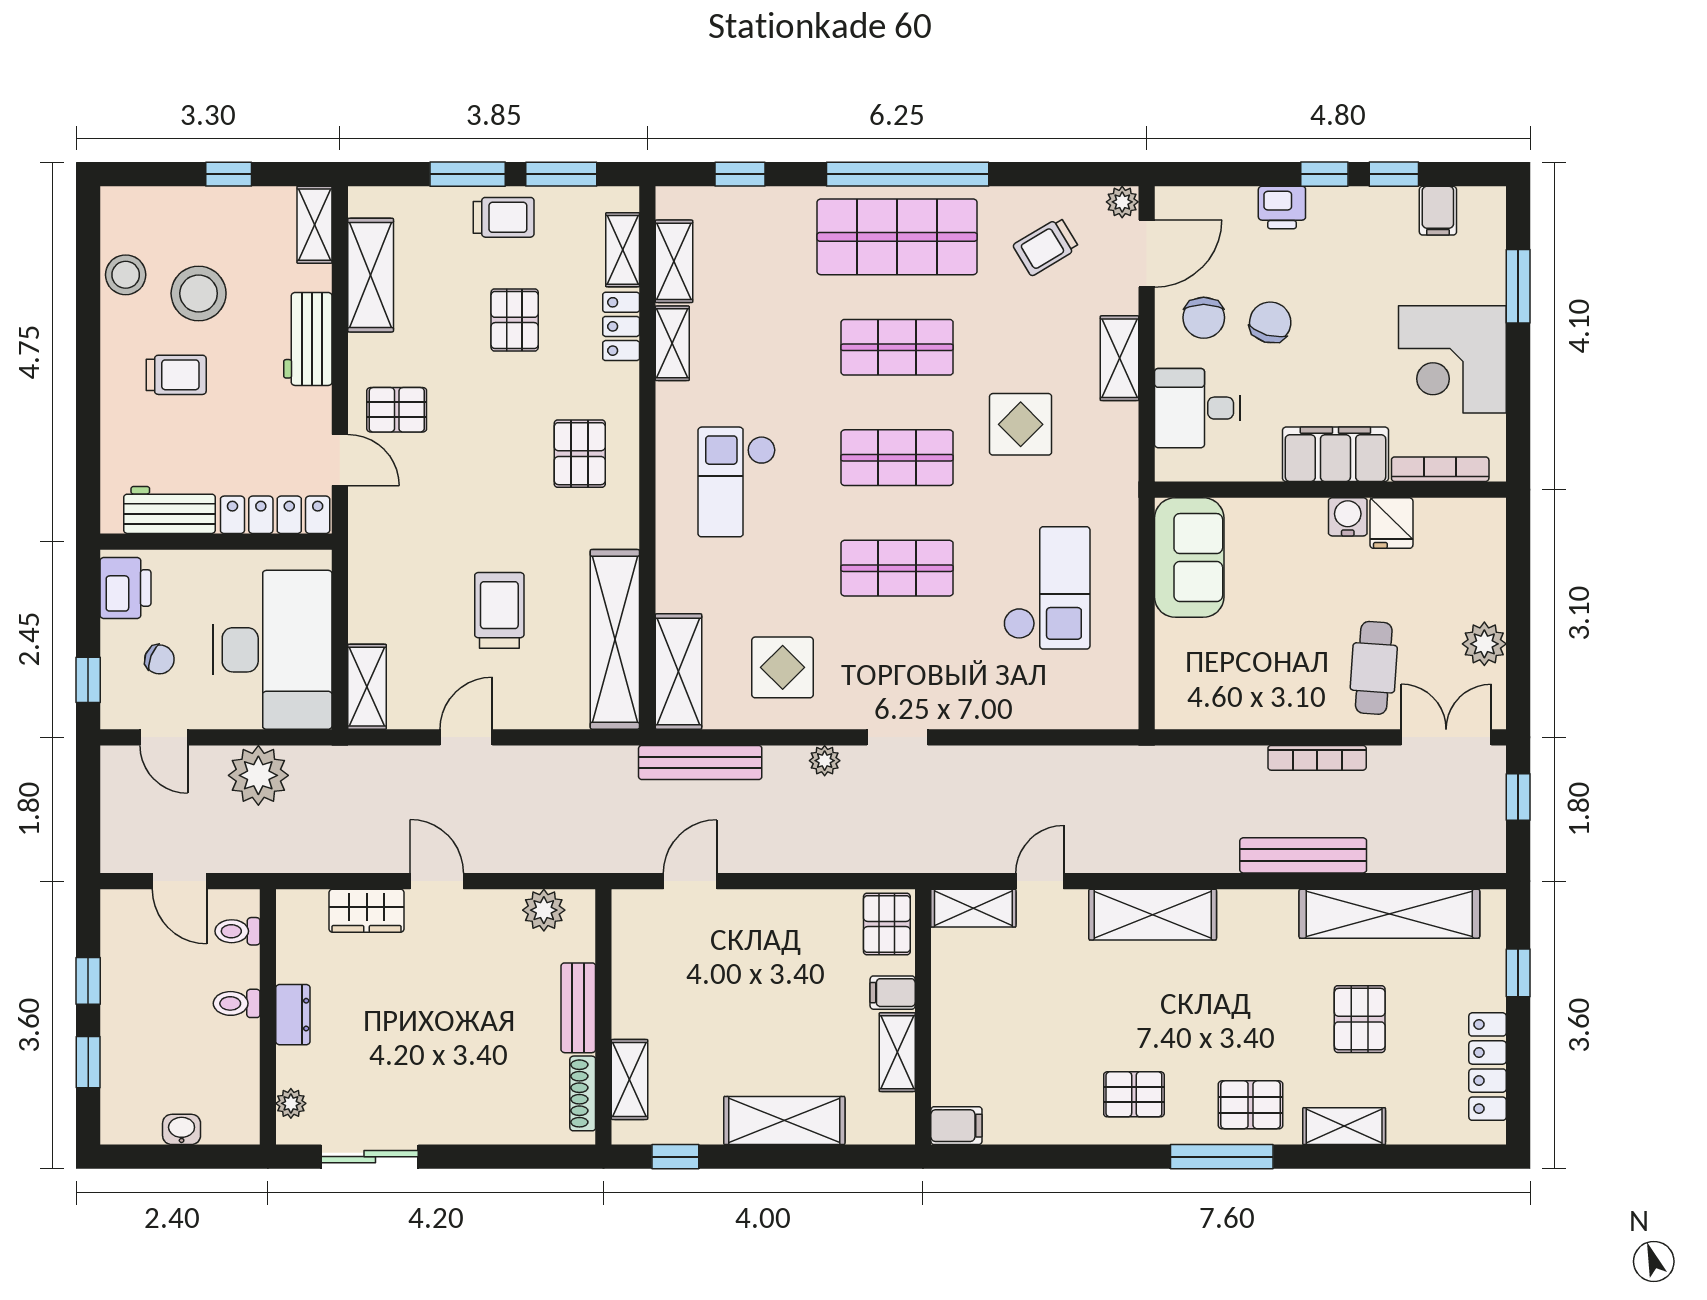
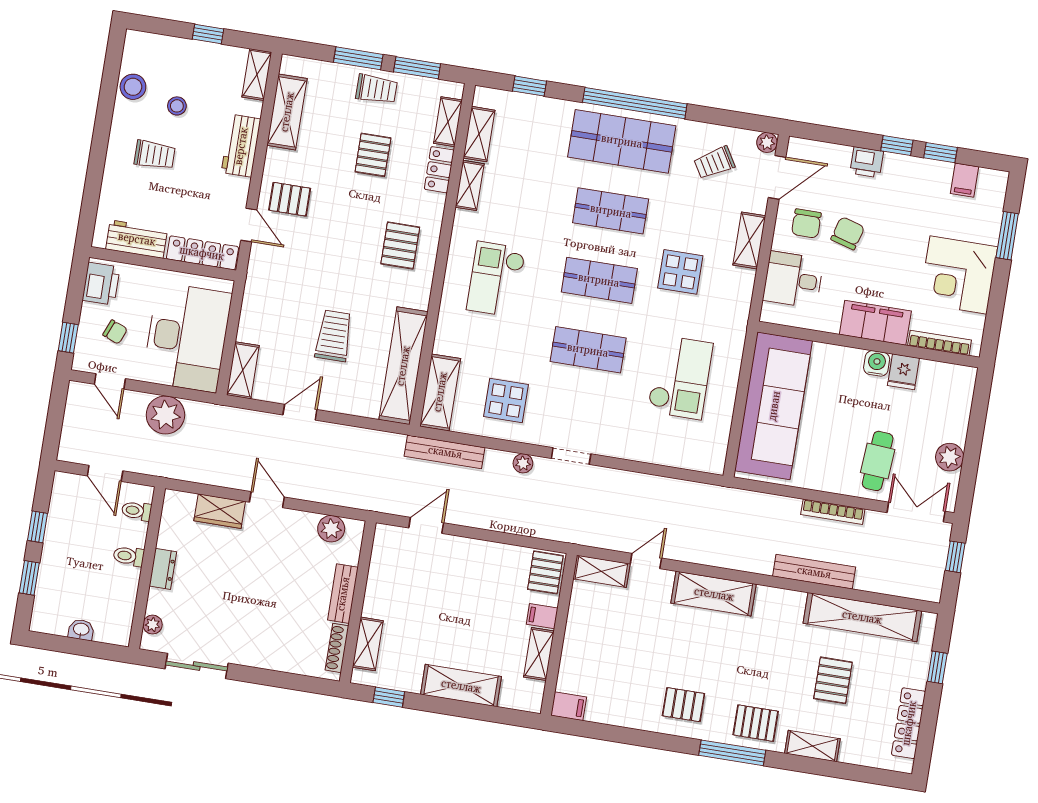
stool: (199, 293) -> (177, 106), width x0.53, depth x0.53
sofa: (1189, 558) -> (774, 406), width x1.85, depth x1.27

